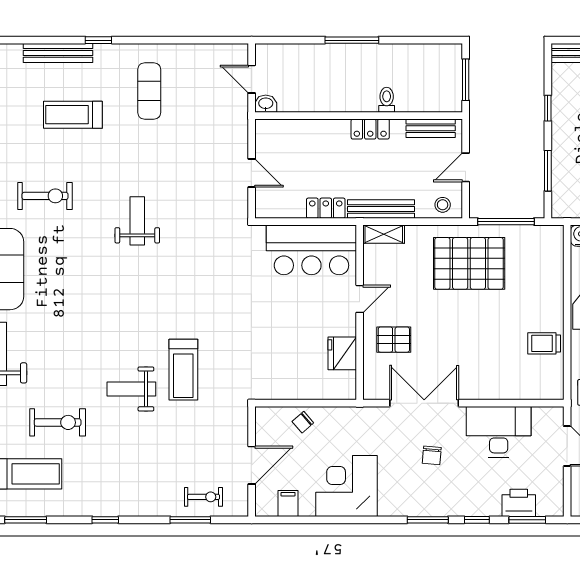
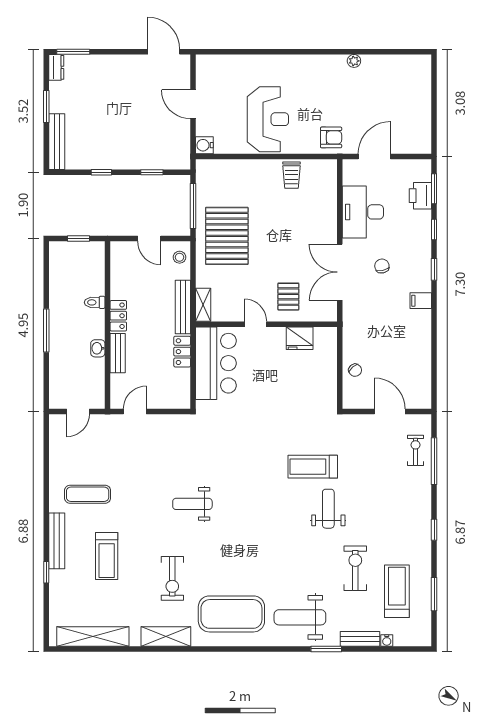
window: (98, 40) -> (46, 572), moved
bench: (58, 53) -> (57, 541), moved
window: (466, 80) -> (78, 239), width x0.67
washbasin: (266, 104) -> (98, 348), moved
bench: (431, 128) -> (118, 353), moved
window: (548, 171) -> (152, 172), width x0.67
door: (252, 173) -> (135, 411), moved
exercise bike: (45, 196) -> (172, 578), turned 180
treadmill: (183, 370) -> (313, 467), turned 180
weight bench: (131, 389) -> (328, 509), turned 180
chair: (432, 455) -> (382, 266), turned -108
corner desk: (347, 486) -> (407, 335), removed
filing cabinet: (288, 503) -> (421, 301), moved
window: (190, 520) -> (434, 461), width x1.44
window: (428, 520) -> (434, 269), width x0.67

